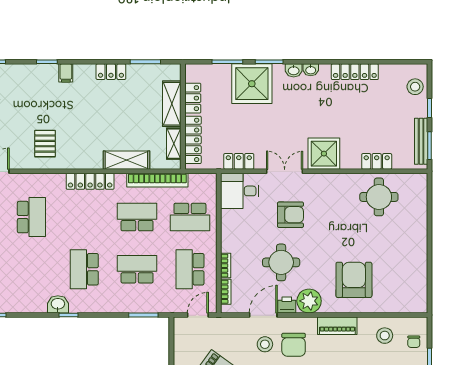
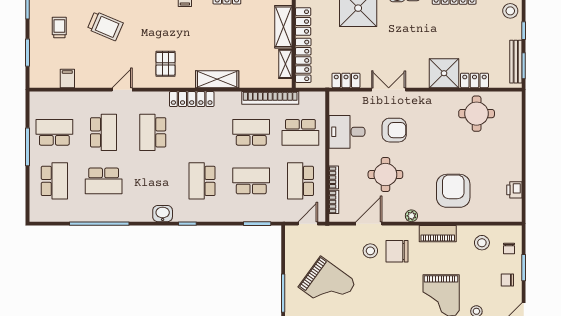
shower: (324, 154) -> (444, 73), moved
shelving: (126, 160) -> (217, 79), moved
locker: (90, 181) -> (192, 99), moved
desk: (240, 191) -> (347, 132), moved
school desk: (31, 217) -> (153, 132), turned 180
plant: (309, 301) -> (411, 216), width x0.53, depth x0.53
washbasin: (58, 304) -> (163, 214), moved
printer: (287, 305) -> (514, 190), moved, turned -90
chair: (294, 345) -> (397, 251), turned 90

